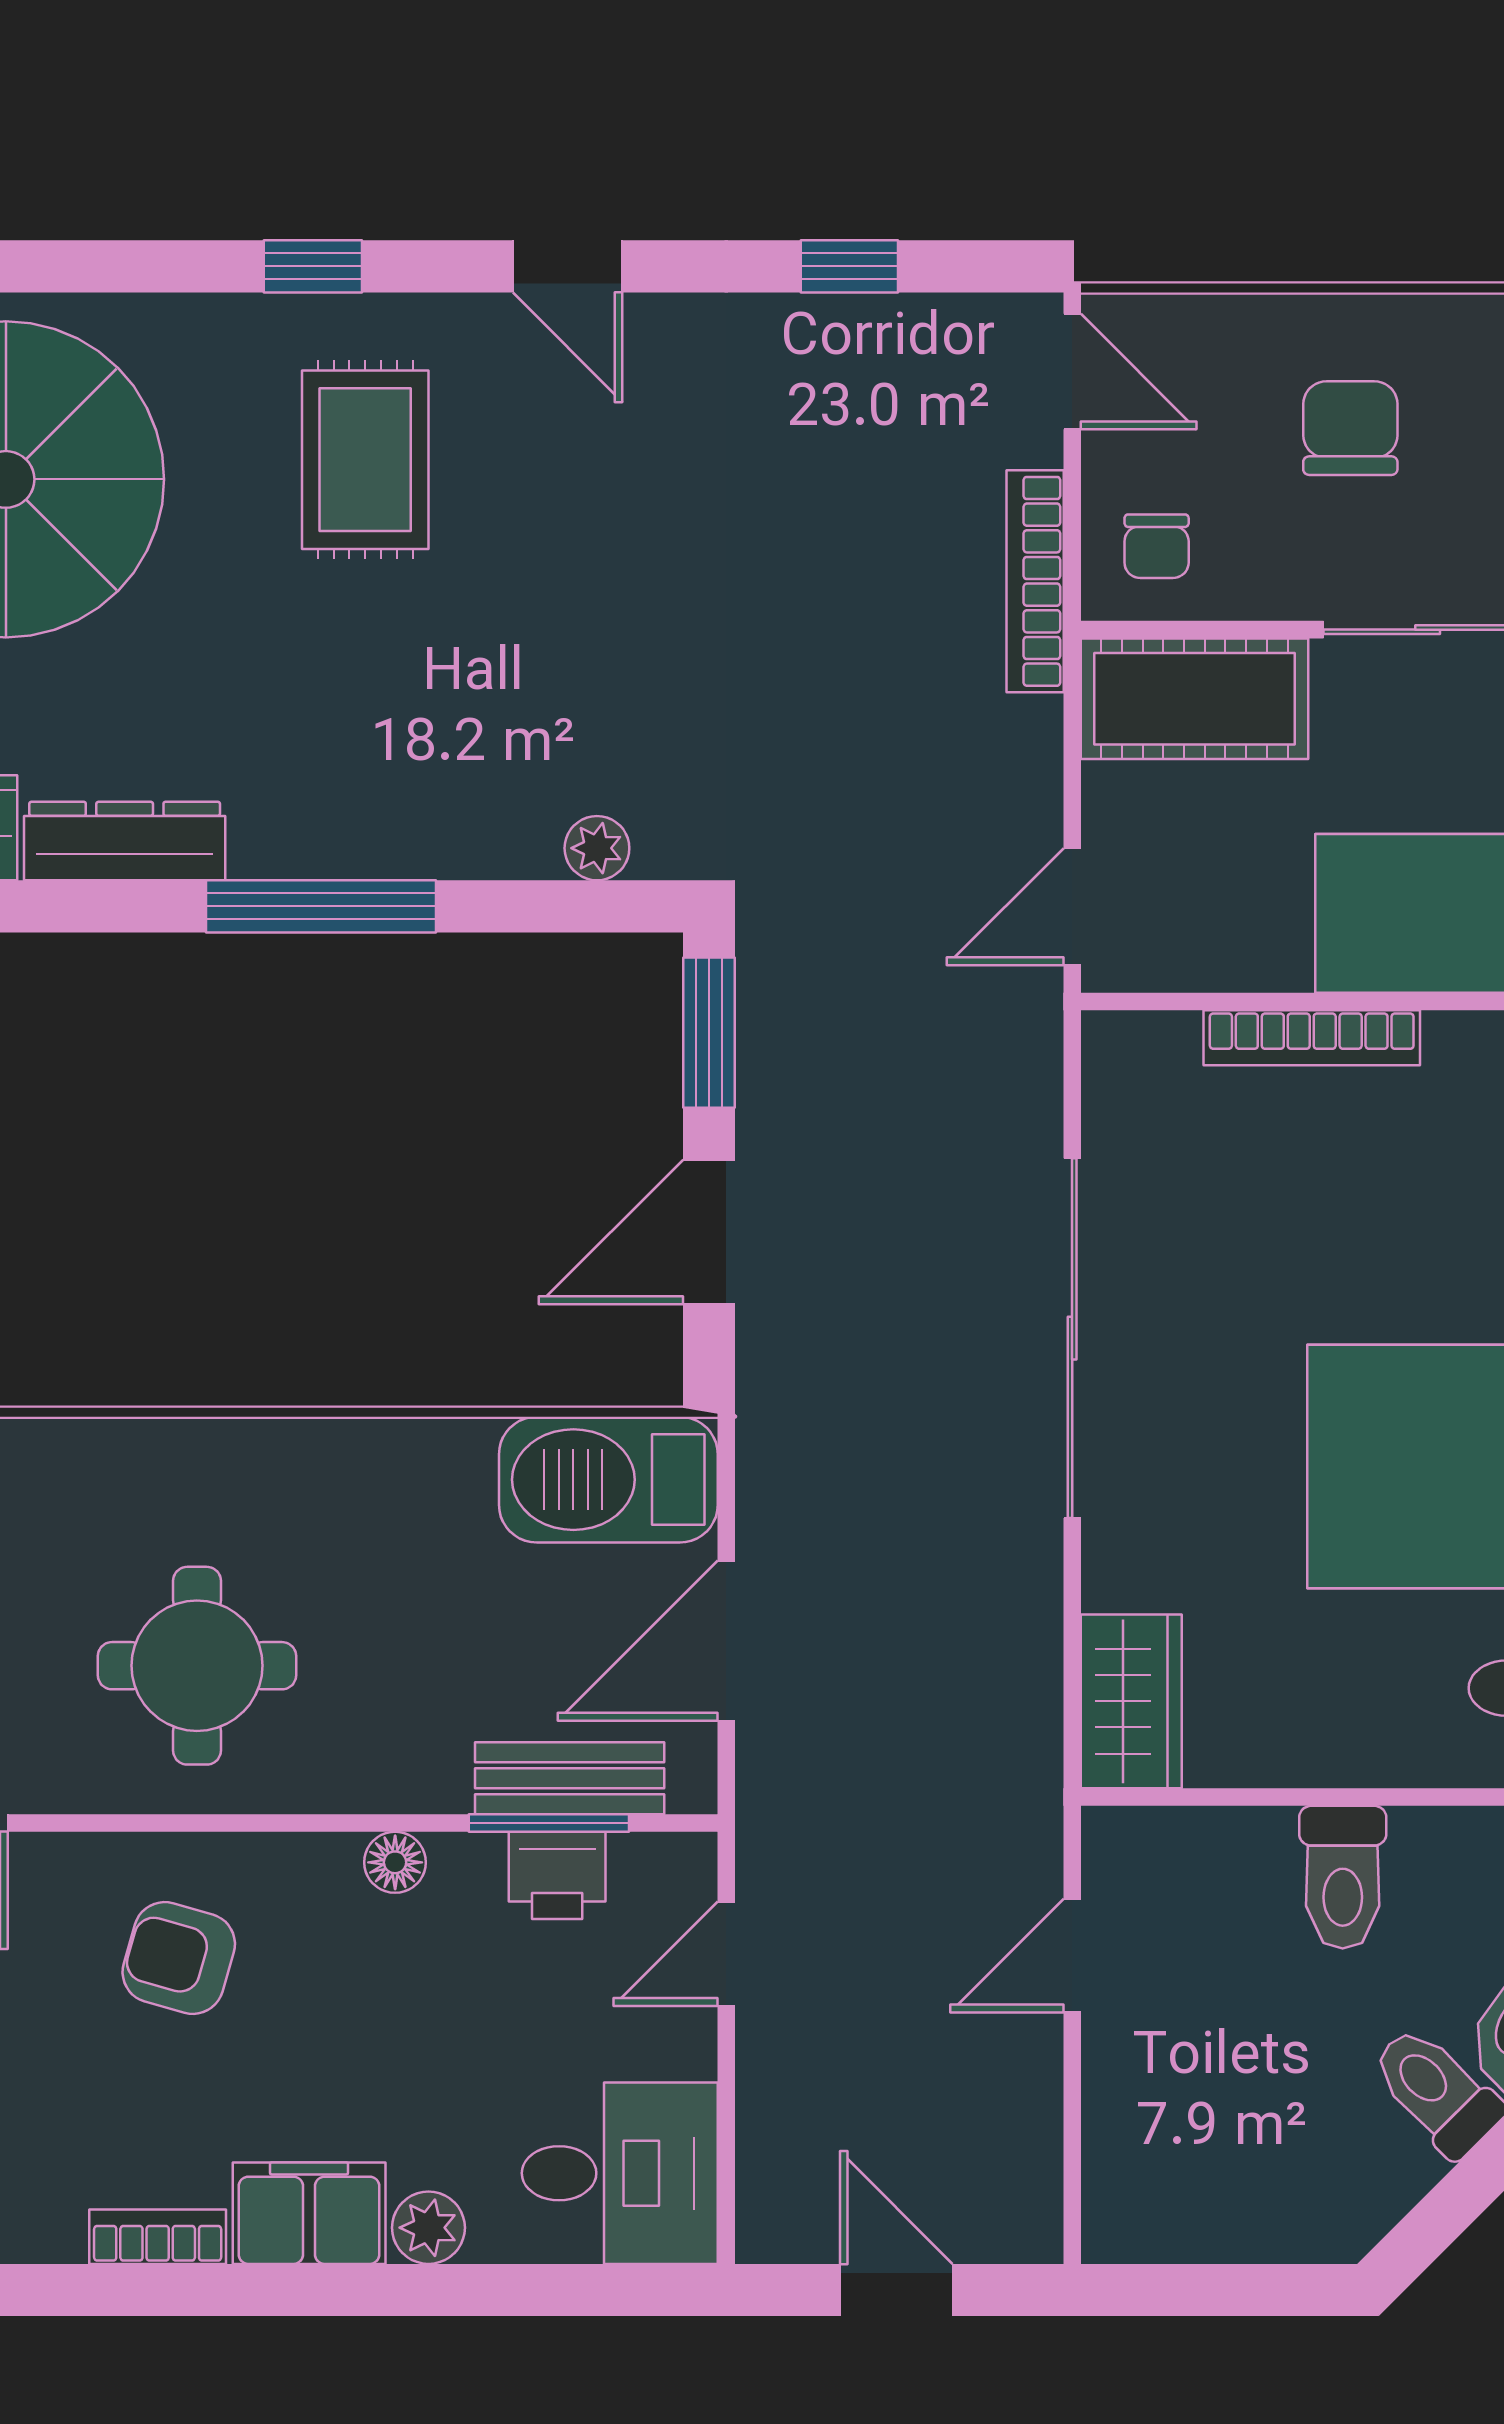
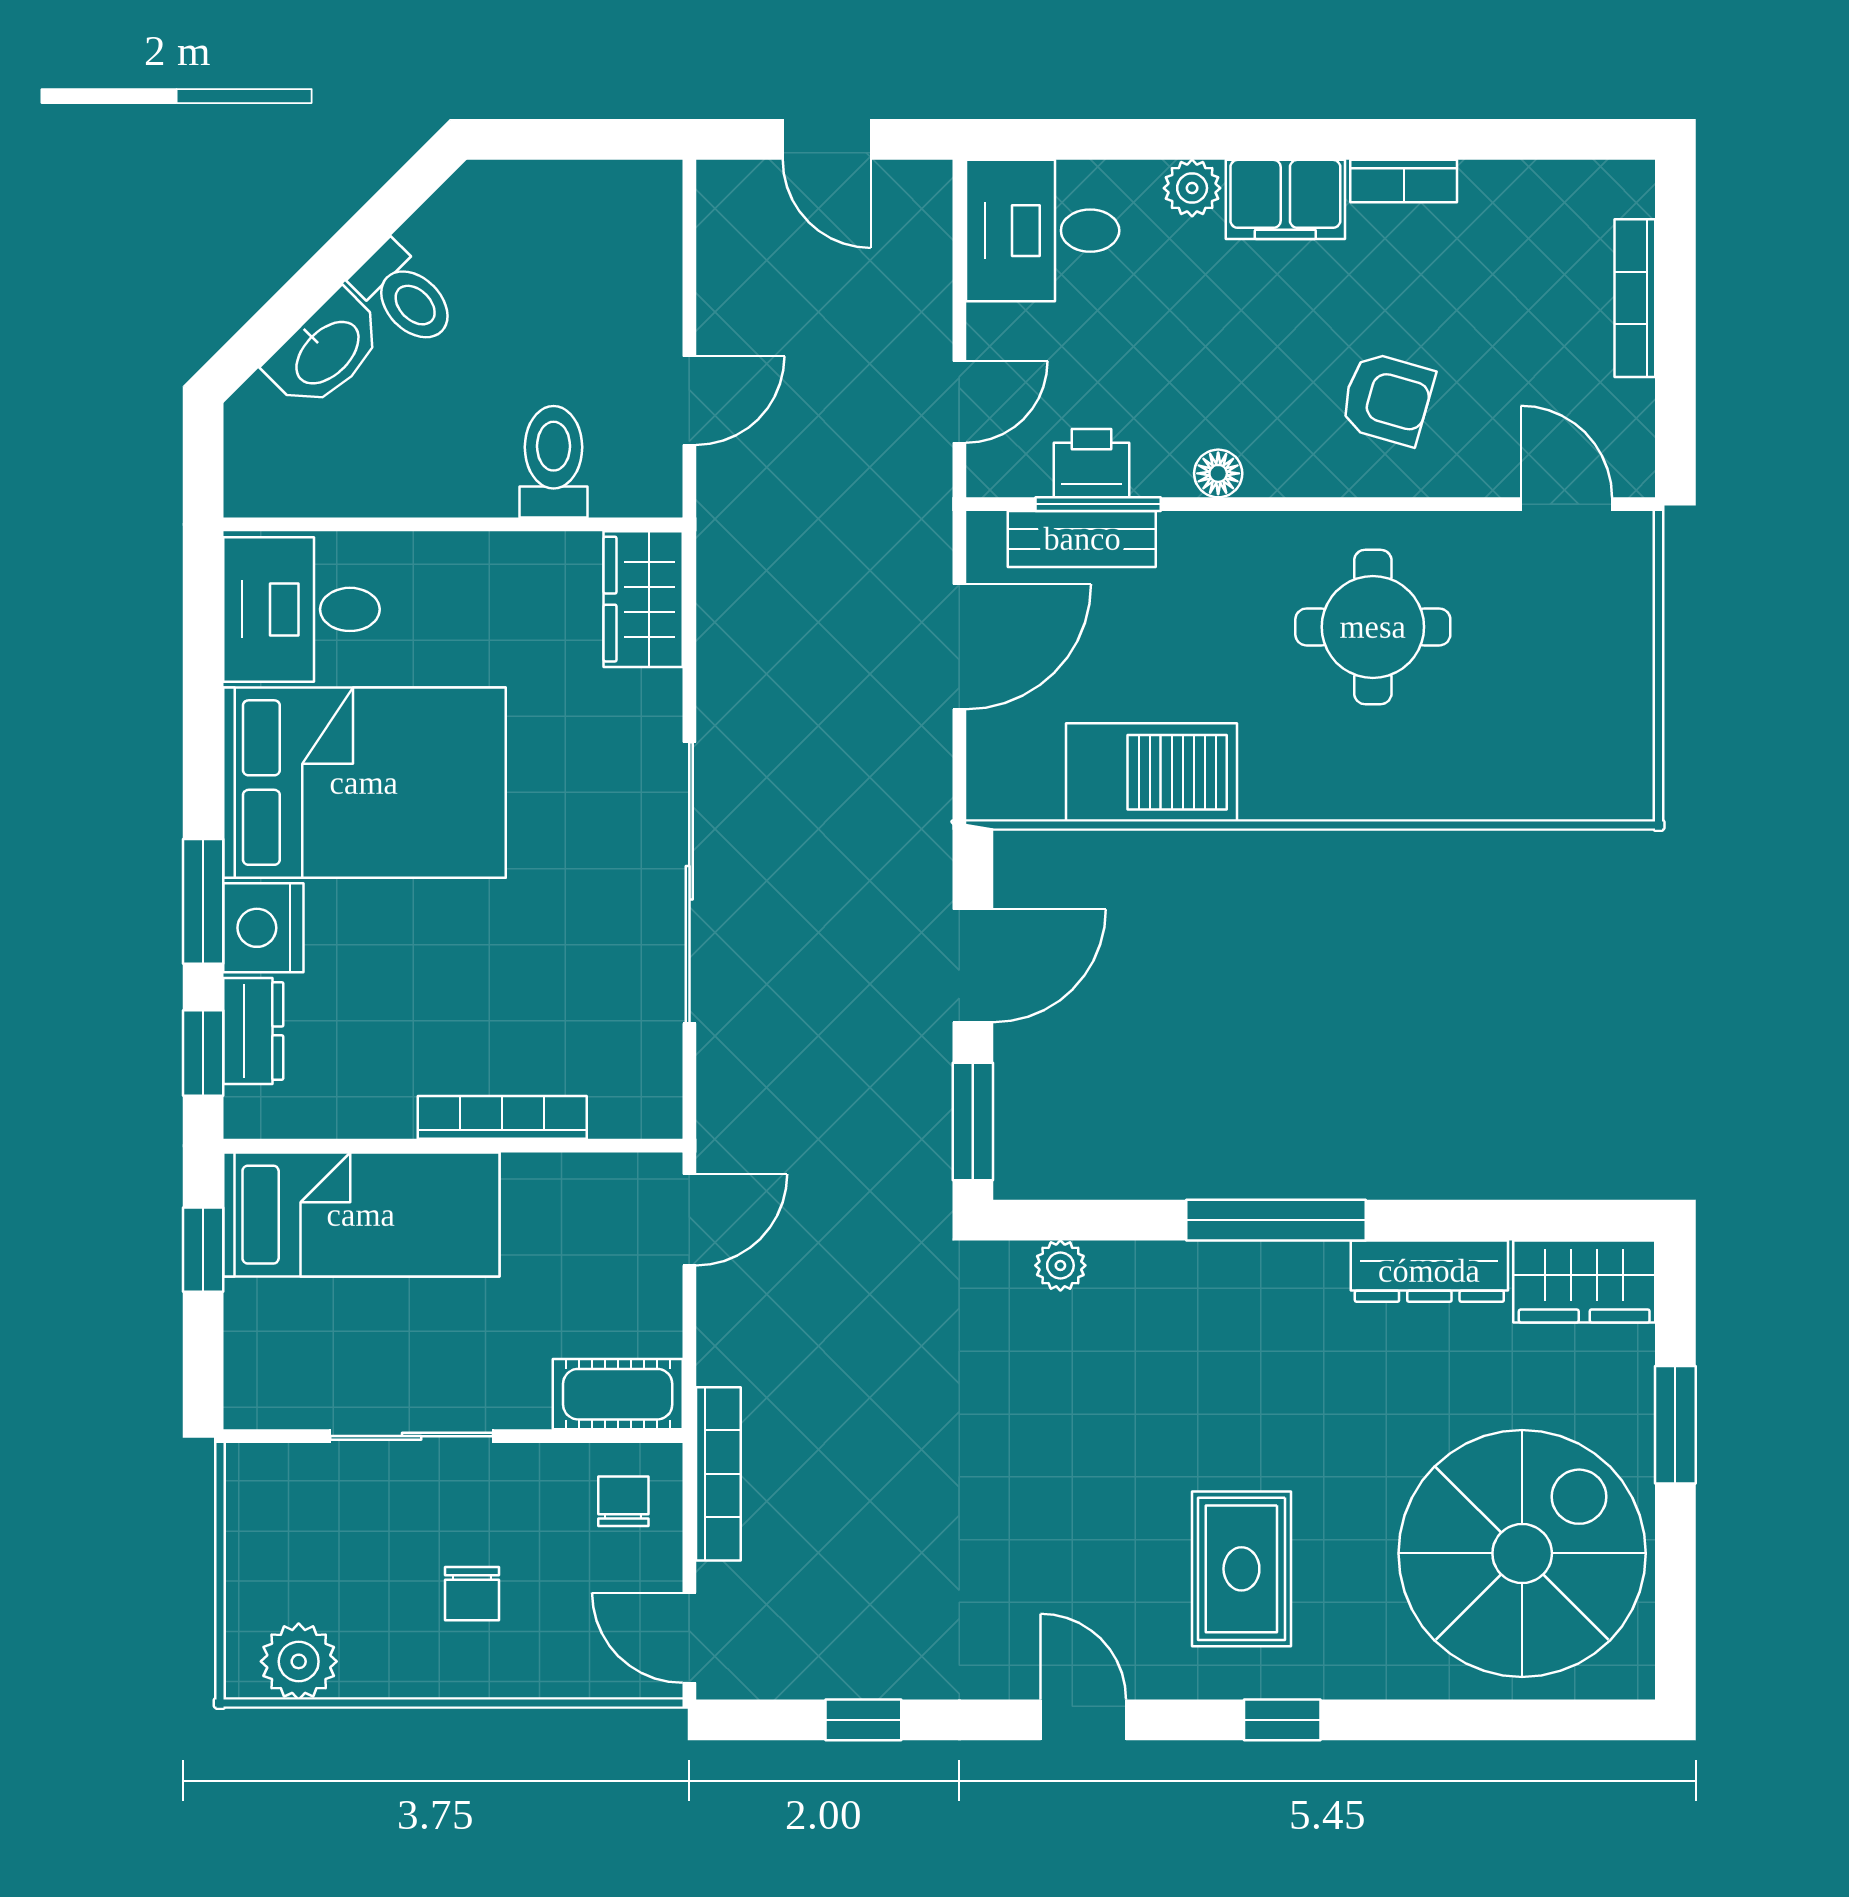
chair: (1350, 428) -> (472, 1594), width x0.73, depth x0.73
cot: (1194, 699) -> (618, 1394), width x0.73, depth x0.75
barbecue: (608, 1480) -> (1151, 772), moved
toilet: (1343, 1877) -> (554, 462), moved

